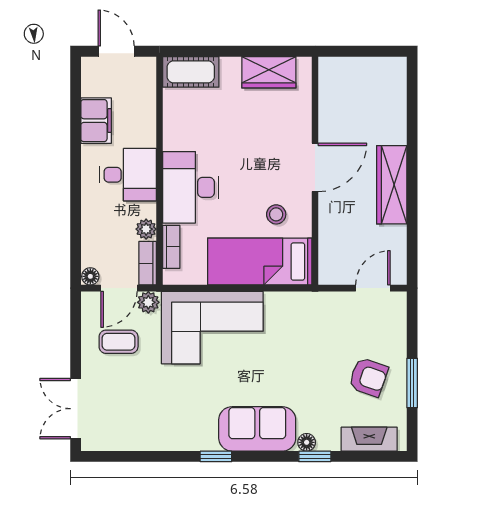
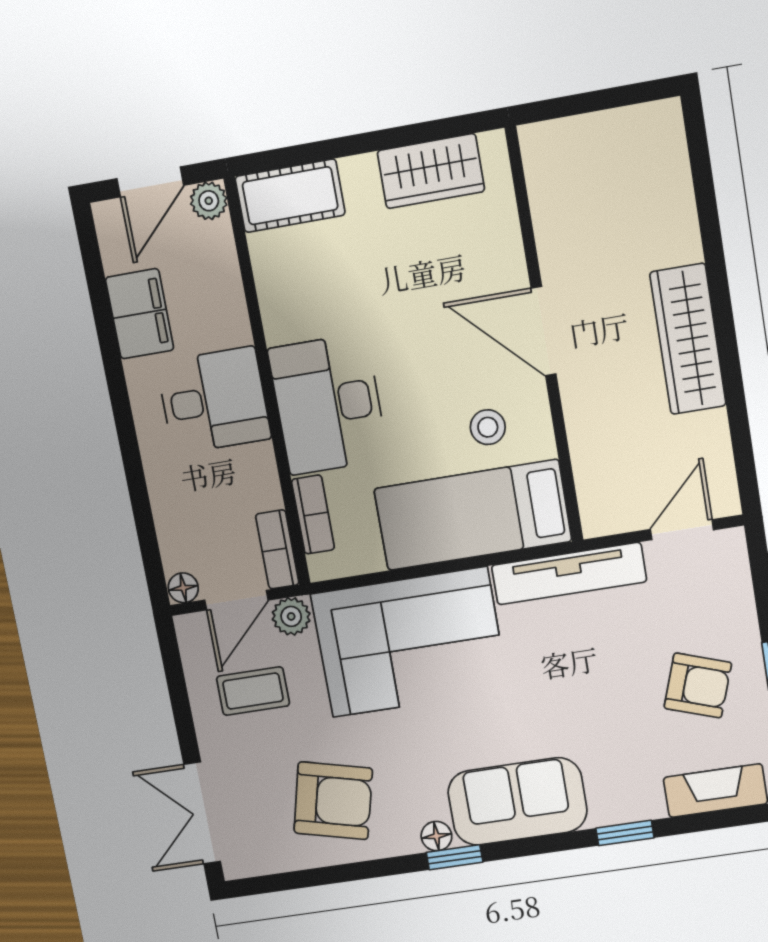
door: (116, 51) -> (150, 182), swing flipped
door: (315, 167) -> (544, 331), swing flipped
plant: (146, 229) -> (209, 201), moved
tv unit: (307, 303) -> (569, 574), added
armchair: (152, 413) -> (333, 801), added
floor lamp: (307, 442) -> (436, 836), moved

